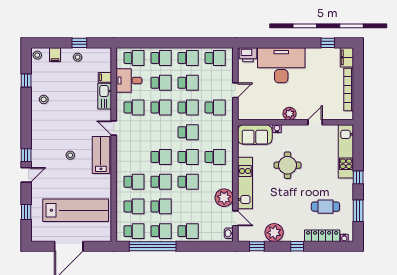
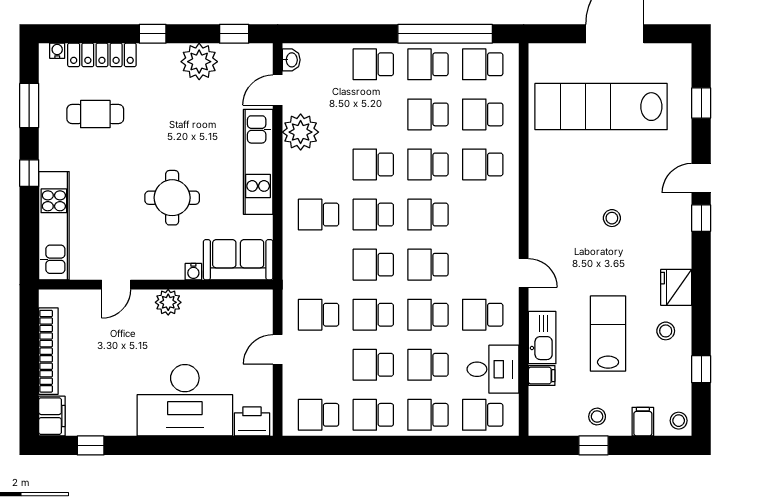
fridge: (38, 121) -> (676, 287), added
school desk: (161, 132) -> (428, 265), added
lab bench: (101, 155) -> (608, 334), moved, turned 180
door: (235, 218) -> (278, 90), hinge flipped

